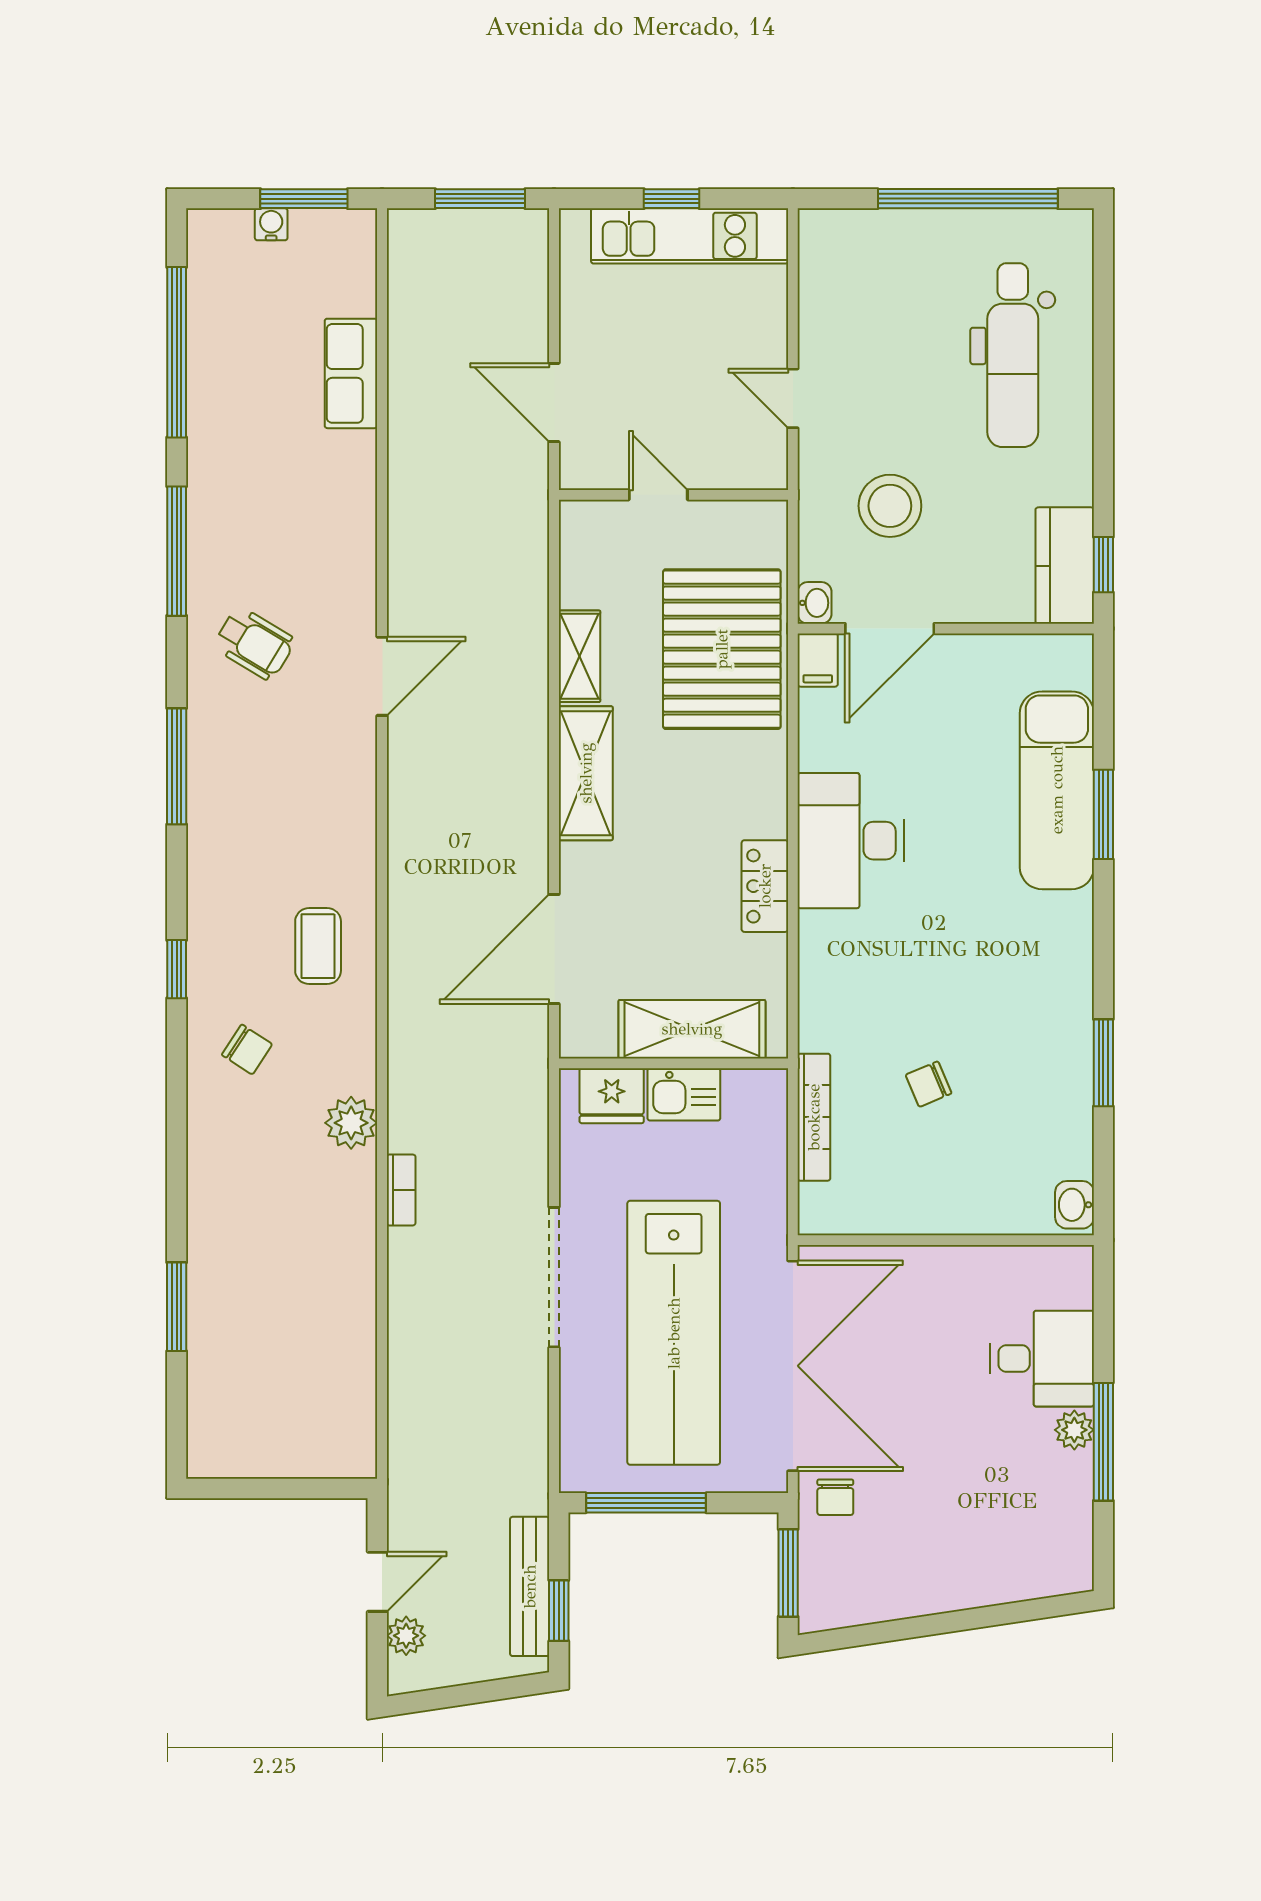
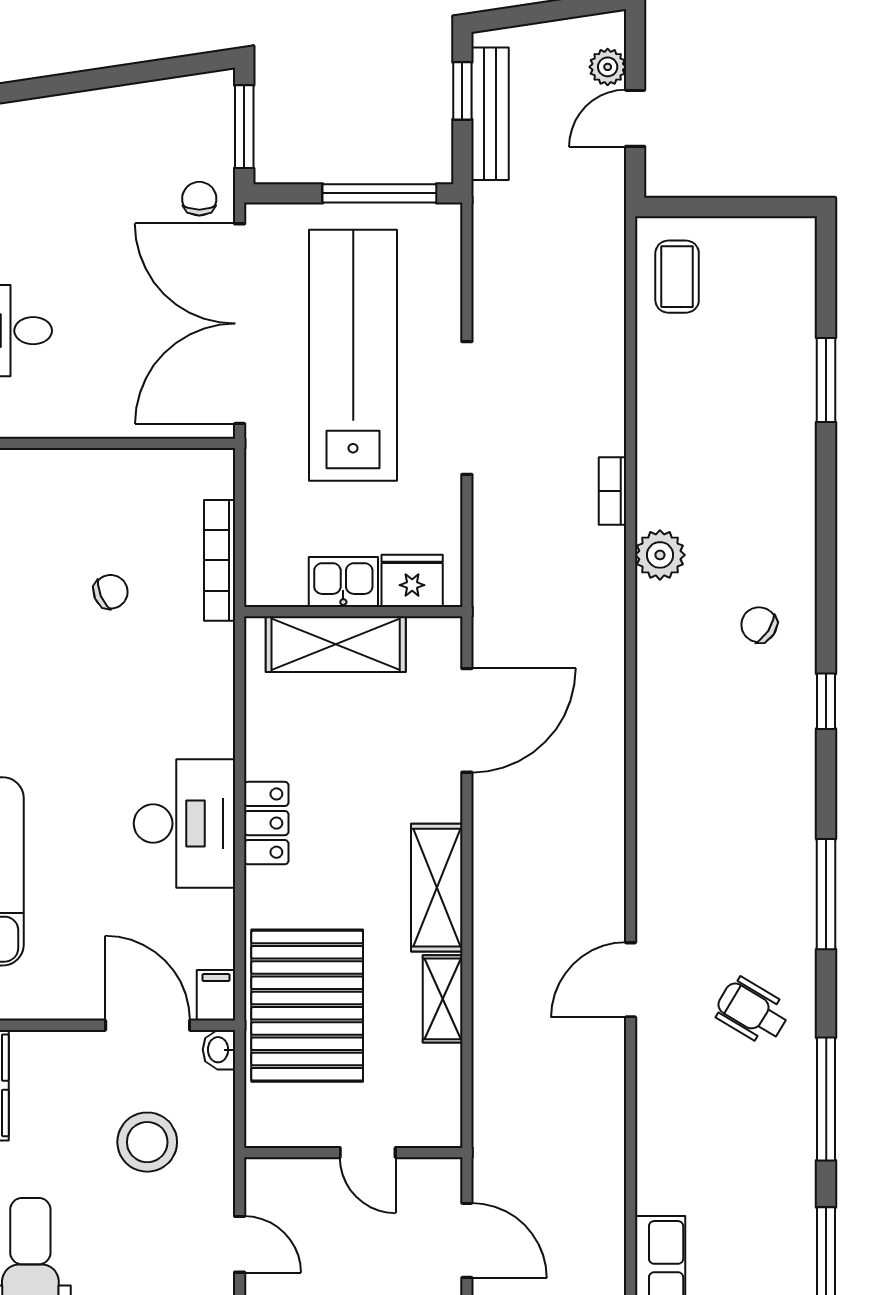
door: (890, 629) -> (148, 1025), hinge flipped
locker: (765, 886) -> (266, 823), moved
coffee table: (318, 946) -> (677, 277), moved

